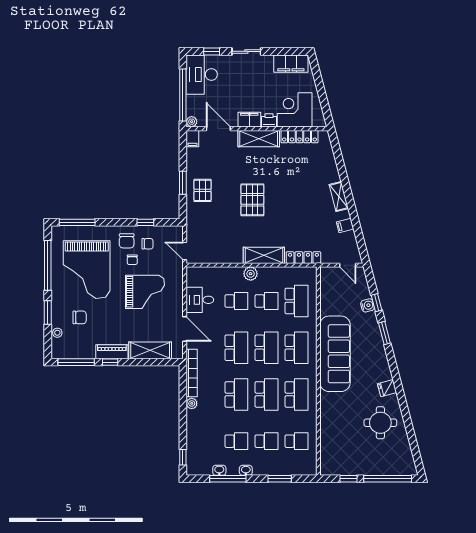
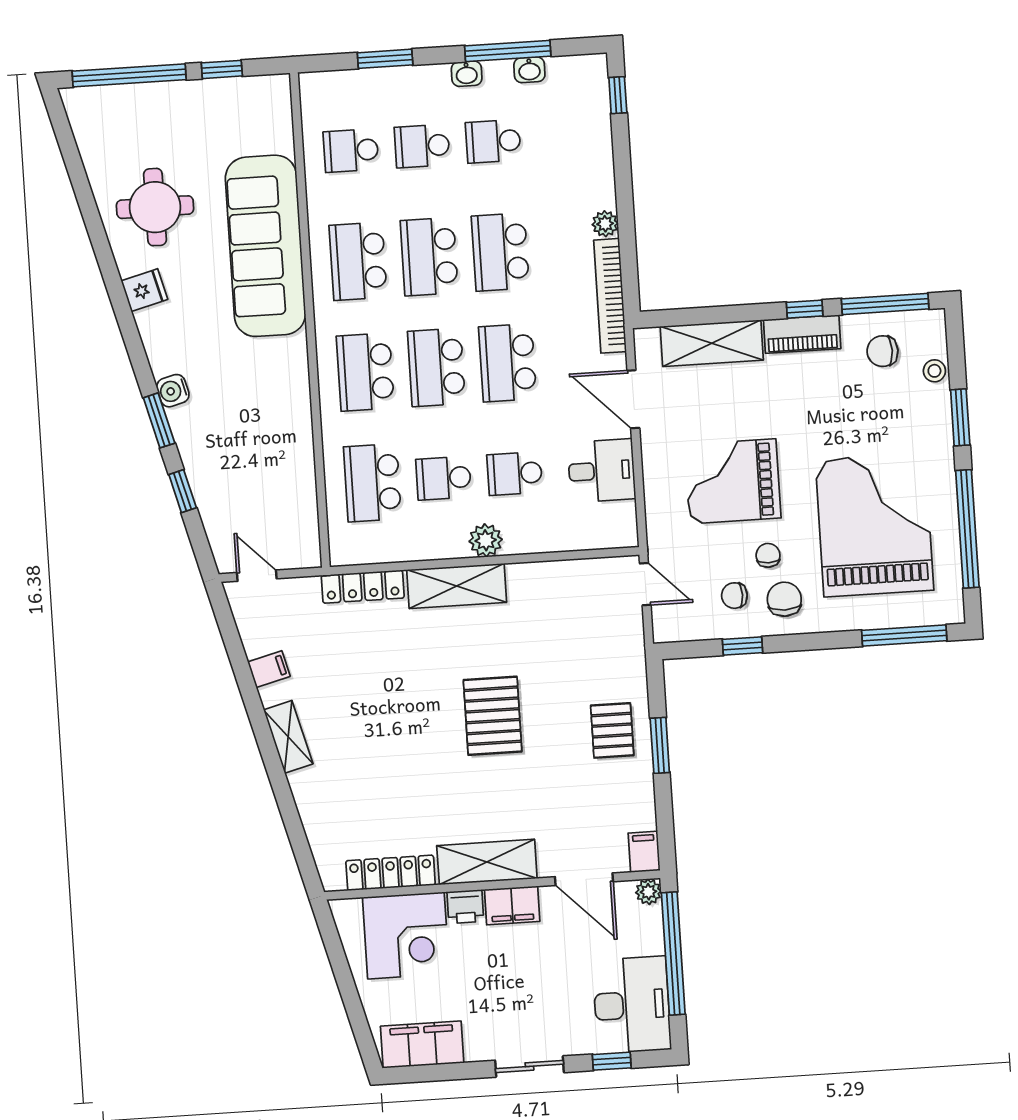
water cooler: (367, 305) -> (173, 391), moved
chair: (80, 317) -> (882, 351), moved
sofa: (335, 354) -> (265, 246), moved

